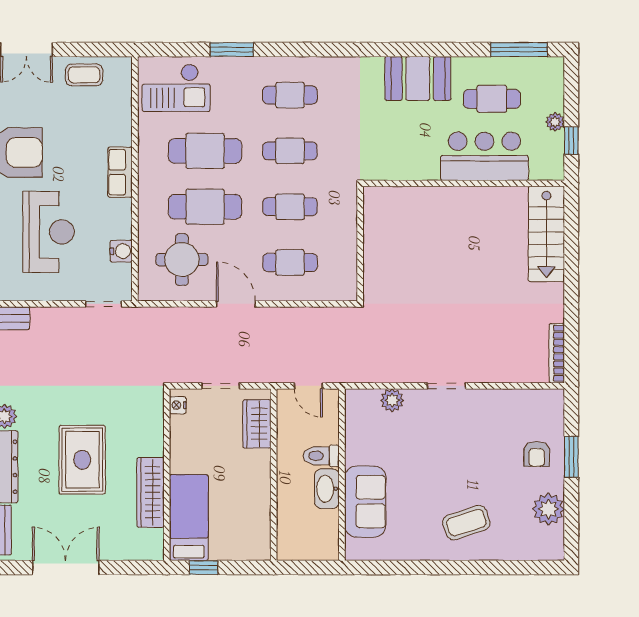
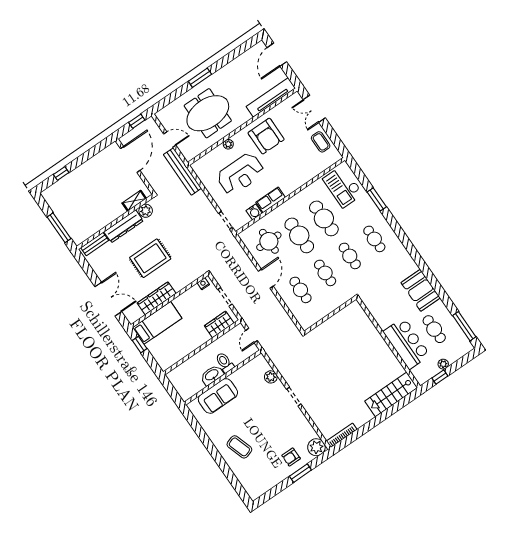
row of seats: (120, 172) -> (271, 200), moved
plant: (548, 509) -> (316, 447), moved
double door: (66, 567) -> (108, 299), moved

